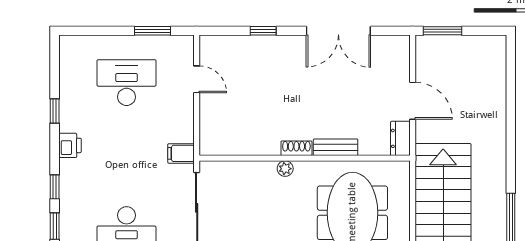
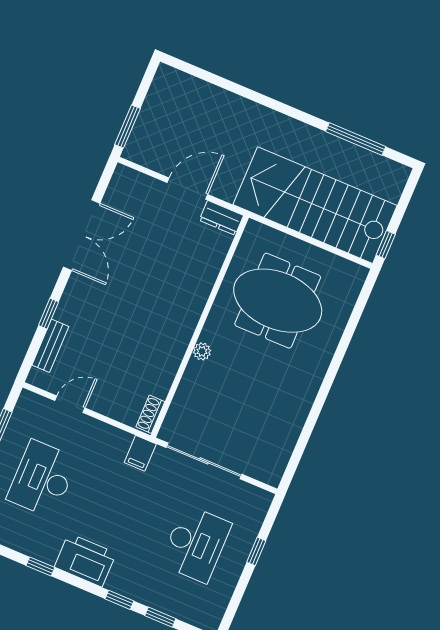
printer: (70, 145) -> (85, 560), width x1.87, depth x1.48
bench: (336, 147) -> (50, 346), moved
shoe rack: (296, 148) -> (150, 414), moved

